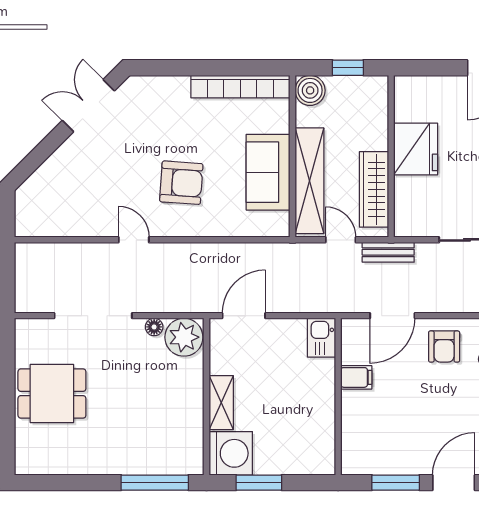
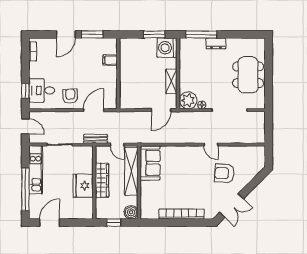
bookcase: (240, 87) -> (181, 214), moved
sofa: (268, 172) -> (150, 163), moved
armchair: (181, 183) -> (224, 173), moved
wardrobe: (374, 189) -> (102, 180), moved
kitchen sink: (321, 338) -> (126, 100), removed
filing cabinet: (356, 377) -> (110, 60), moved
dining table: (52, 394) -> (248, 75), width x1.37
shelving: (221, 403) -> (171, 81), moved
dresser: (123, 463) -> (216, 43), added

